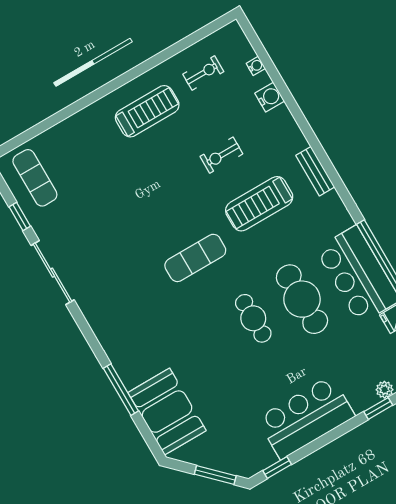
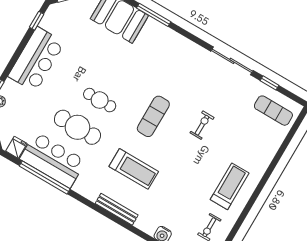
treadmill: (147, 111) -> (230, 186), turned 180
exercise bike: (221, 155) -> (202, 125), moved
bench: (315, 171) -> (117, 209), width x1.36
treadmill: (259, 204) -> (134, 169), turned 90

